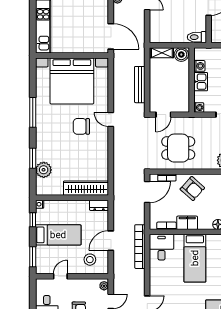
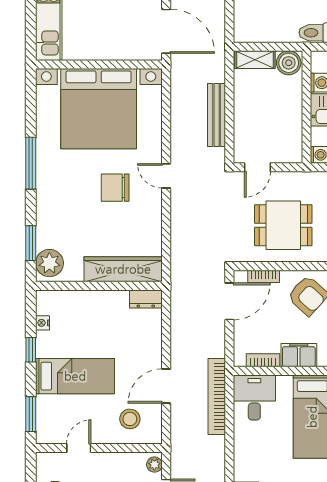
wardrobe: (86, 188) -> (123, 269), moved
wall: (72, 198) -> (99, 286), moved
dresser: (99, 205) -> (146, 299), moved

